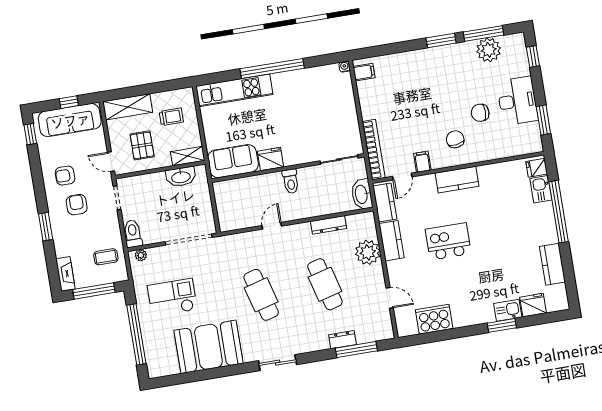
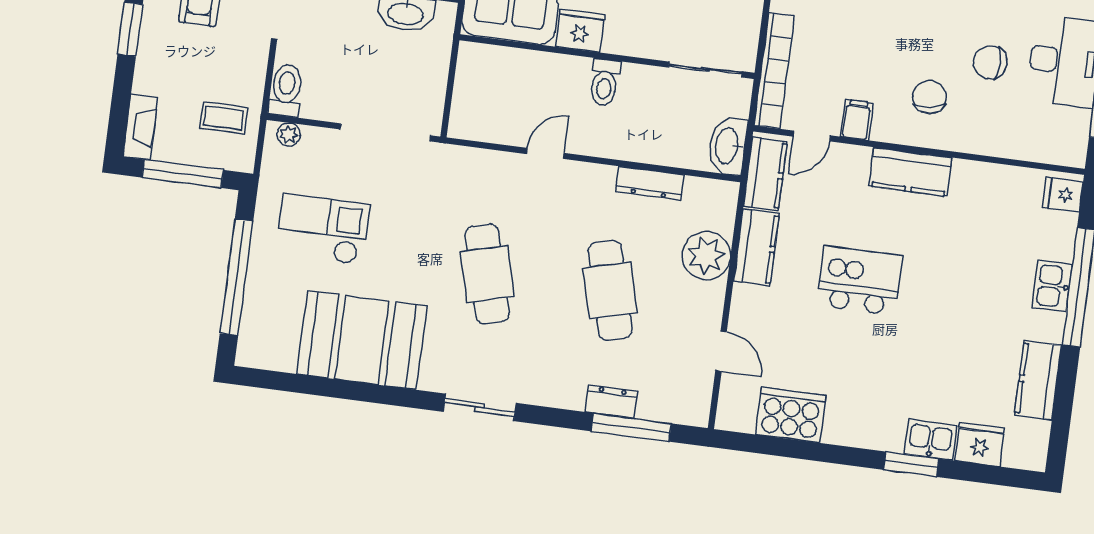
kitchen sink: (541, 189) -> (1052, 286), moved

